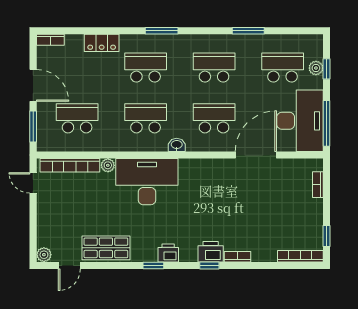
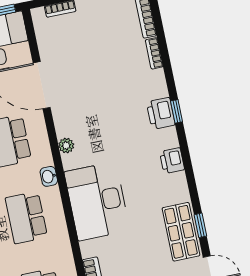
plant: (108, 165) -> (66, 145), moved
bookcase: (238, 257) -> (154, 53), moved
window: (153, 265) -> (200, 225), moved

